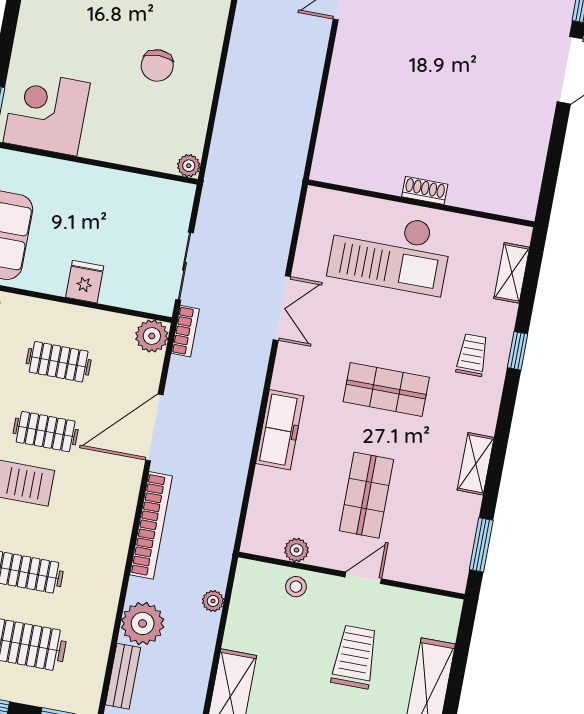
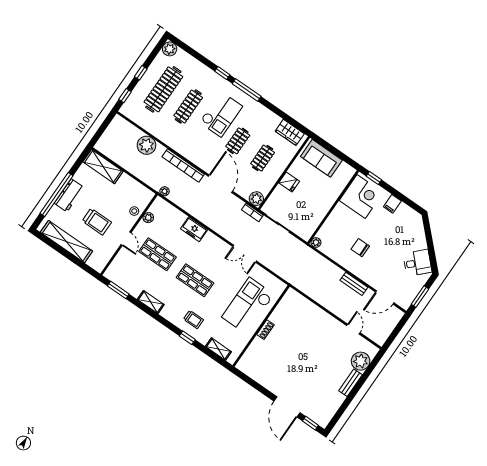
filing cabinet: (32, 39) -> (392, 204), added
shop shelf: (386, 389) -> (195, 280), turned 90
freezer: (280, 430) -> (194, 229), width x0.71
plant: (213, 601) -> (165, 191), moved
bench: (123, 676) -> (354, 284), moved

